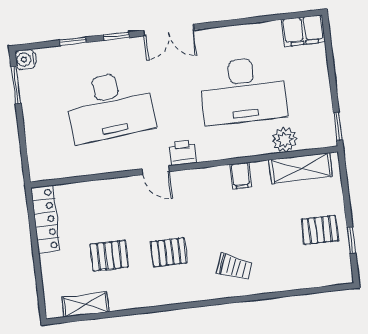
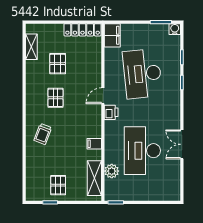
double door: (169, 30) -> (182, 144), moved
filing cabinet: (303, 31) -> (112, 35), moved, turned 180

